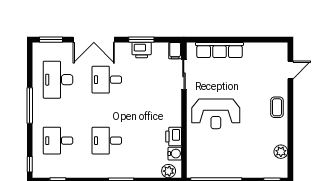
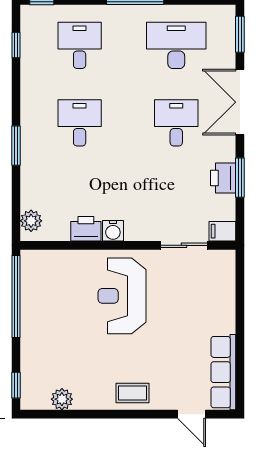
row of seats: (220, 50) -> (223, 372), moved
water cooler: (175, 154) -> (113, 231), moved

